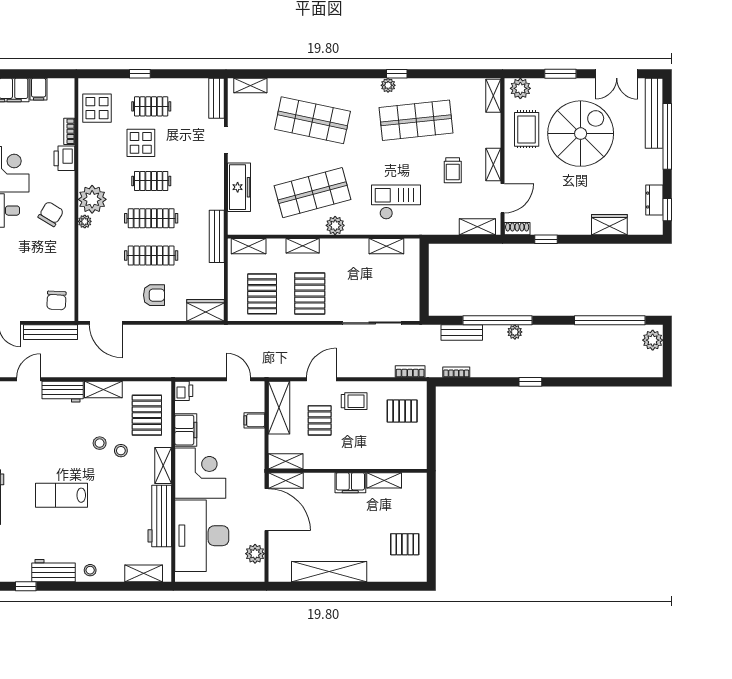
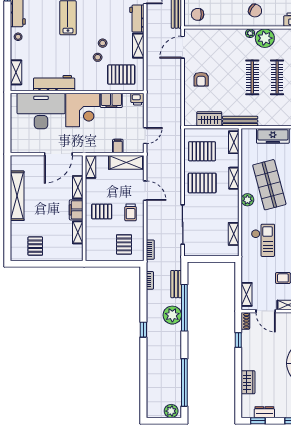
clothes rail: (151, 181) -> (277, 77), width x1.36
clothes rail: (151, 256) -> (227, 77), removed
wardrobe: (206, 310) -> (209, 119), moved, turned -90
plant: (515, 332) -> (172, 315), width x1.87, depth x1.87
pallet: (320, 420) -> (102, 211), moved
shelving: (163, 465) -> (88, 85), removed
shelving: (286, 480) -> (78, 187), moved
plant: (255, 554) -> (29, 147), removed

